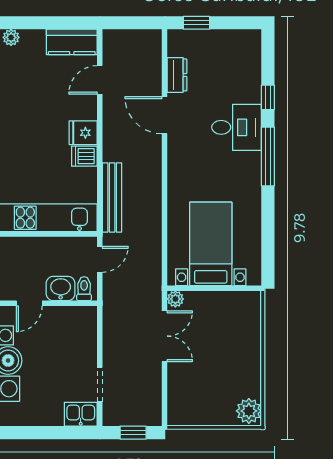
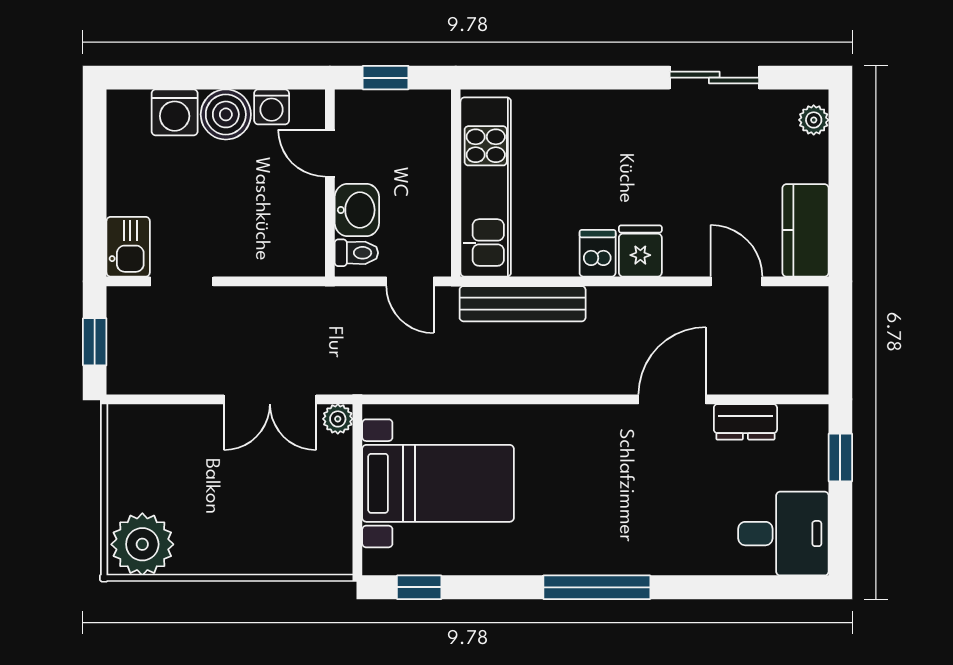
window: (268, 97) -> (419, 587), moved
desk: (237, 127) -> (783, 534), moved, turned -90
plant: (249, 411) -> (142, 544), width x1.36, depth x1.36

